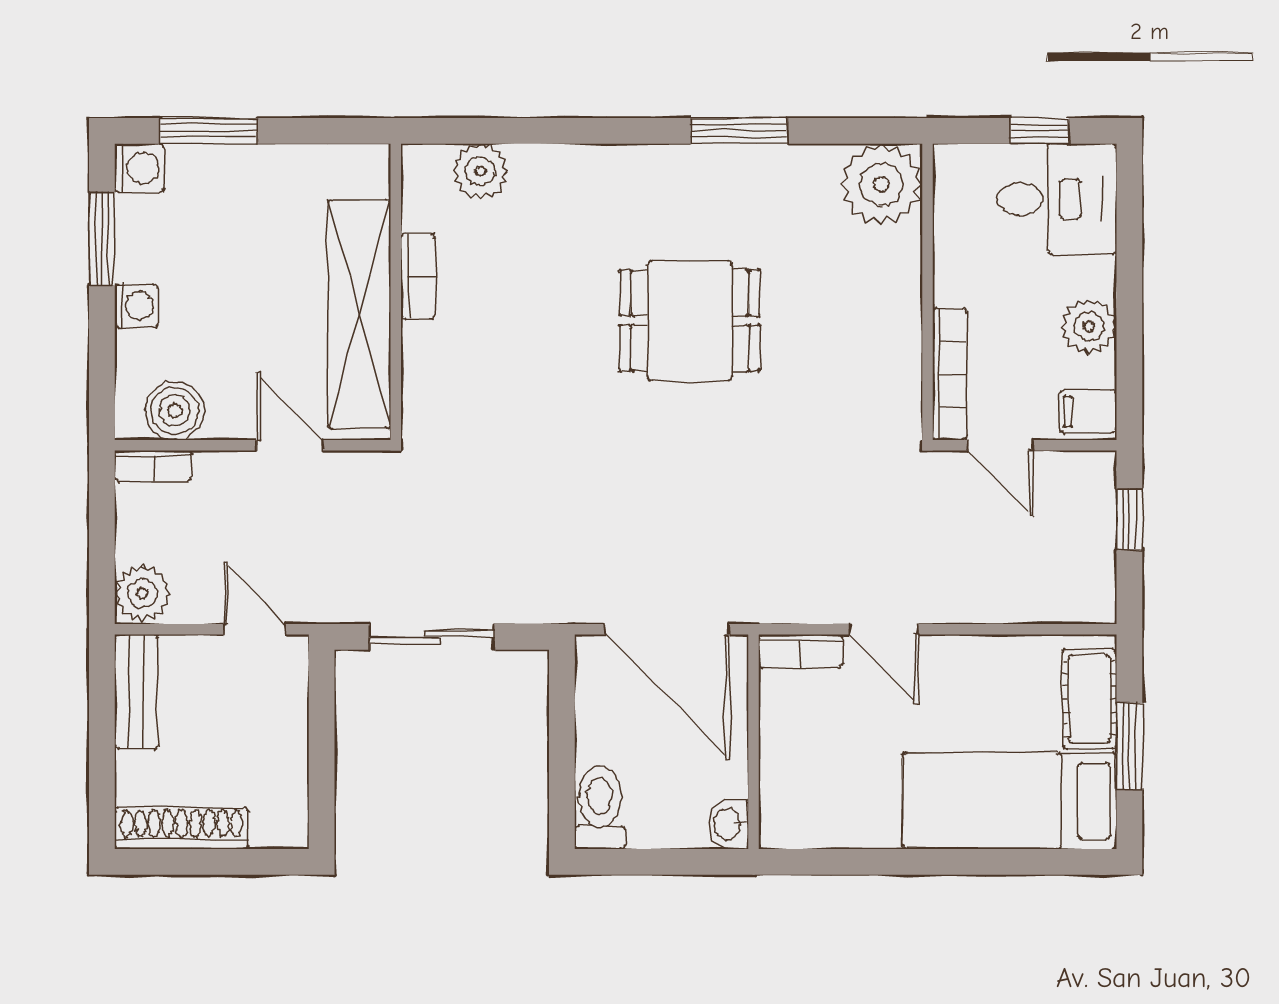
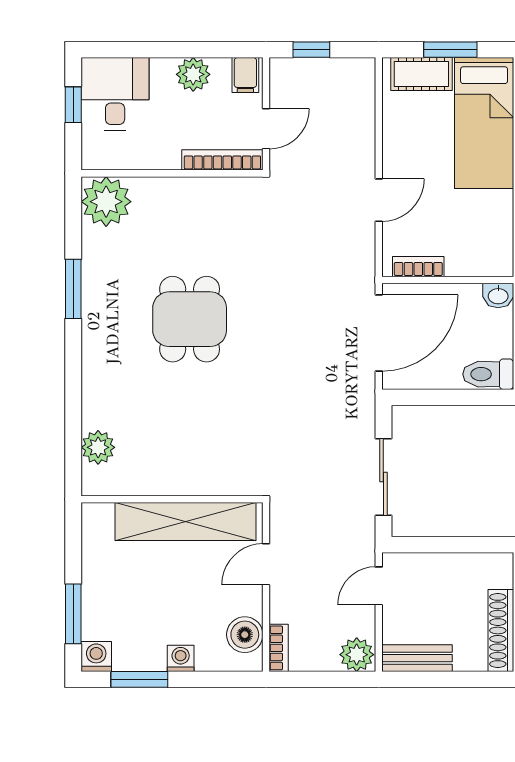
bookcase: (418, 277) -> (163, 486), removed
bookcase: (801, 651) -> (418, 267), moved, turned -90

